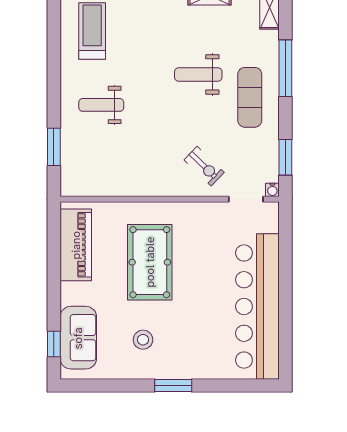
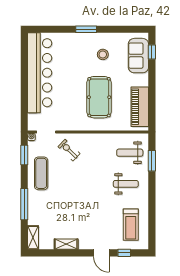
weight bench: (198, 74) -> (130, 153), moved, turned 180
exercise mat: (250, 97) -> (41, 173), moved

